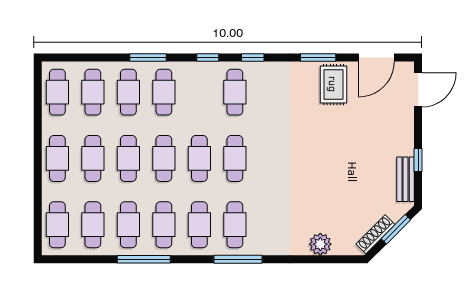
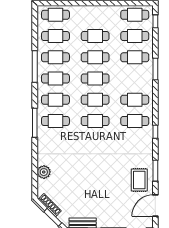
window: (208, 58) -> (155, 21), moved
door: (376, 58) -> (155, 206), hinge flipped
rug: (333, 84) -> (139, 180), turned 90
cafe table: (164, 92) -> (135, 100), moved
cafe table: (57, 158) -> (95, 15), removed

